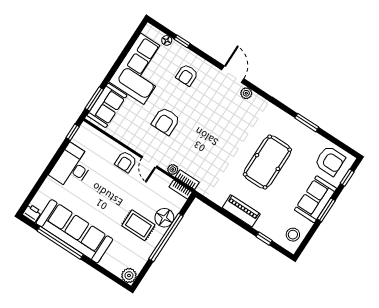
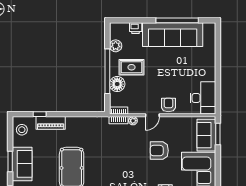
armchair: (166, 121) -> (159, 151), turned -90
window: (73, 132) -> (218, 102), removed
door: (149, 162) -> (152, 115), swing flipped
desk: (72, 167) -> (203, 98), moved
piano: (241, 211) -> (51, 123), moved
printer: (32, 213) -> (136, 28), moved
plant: (129, 275) -> (116, 46), moved

